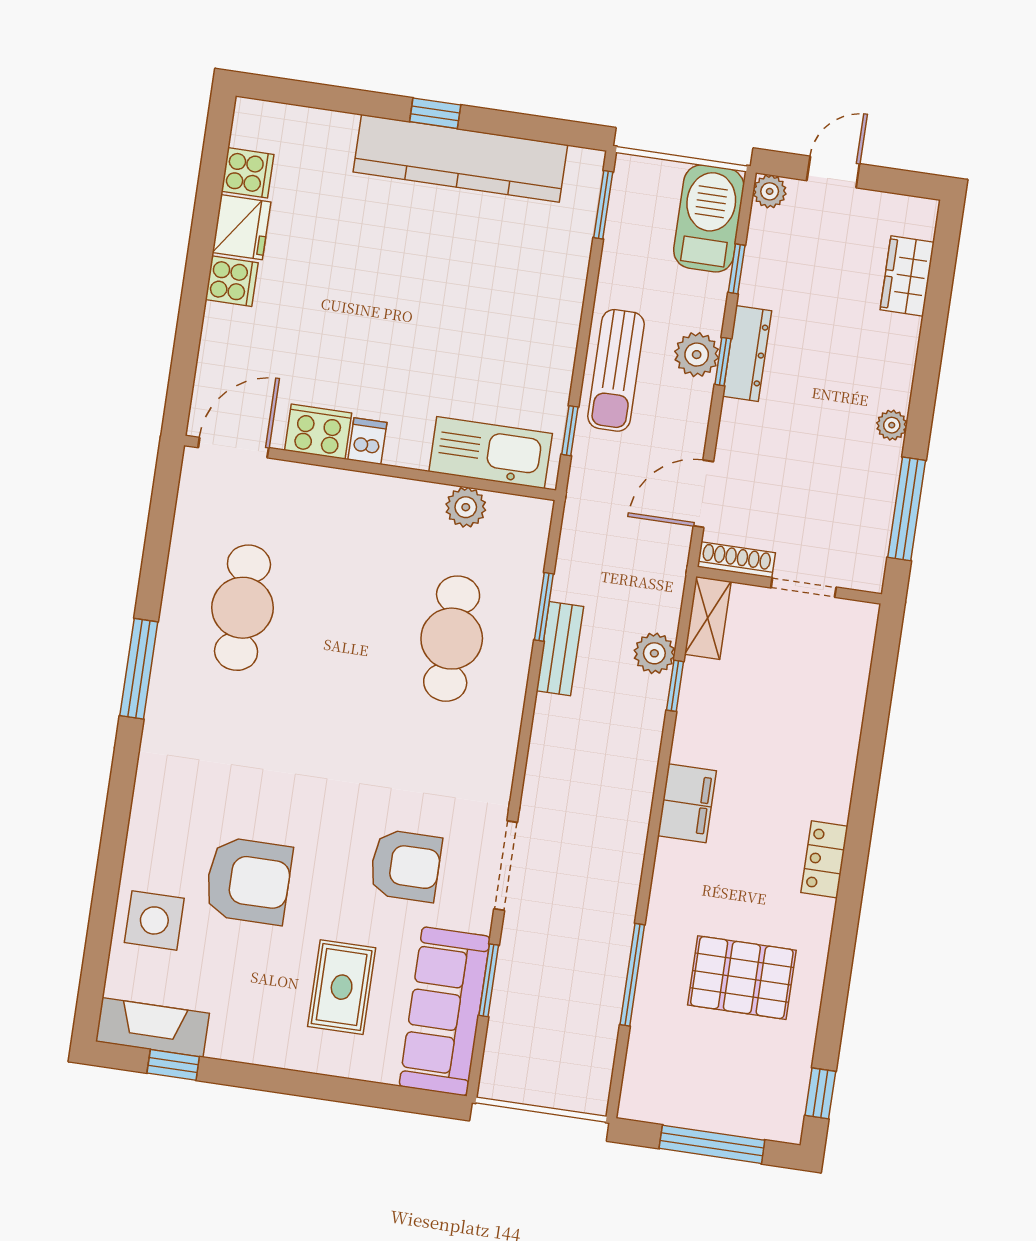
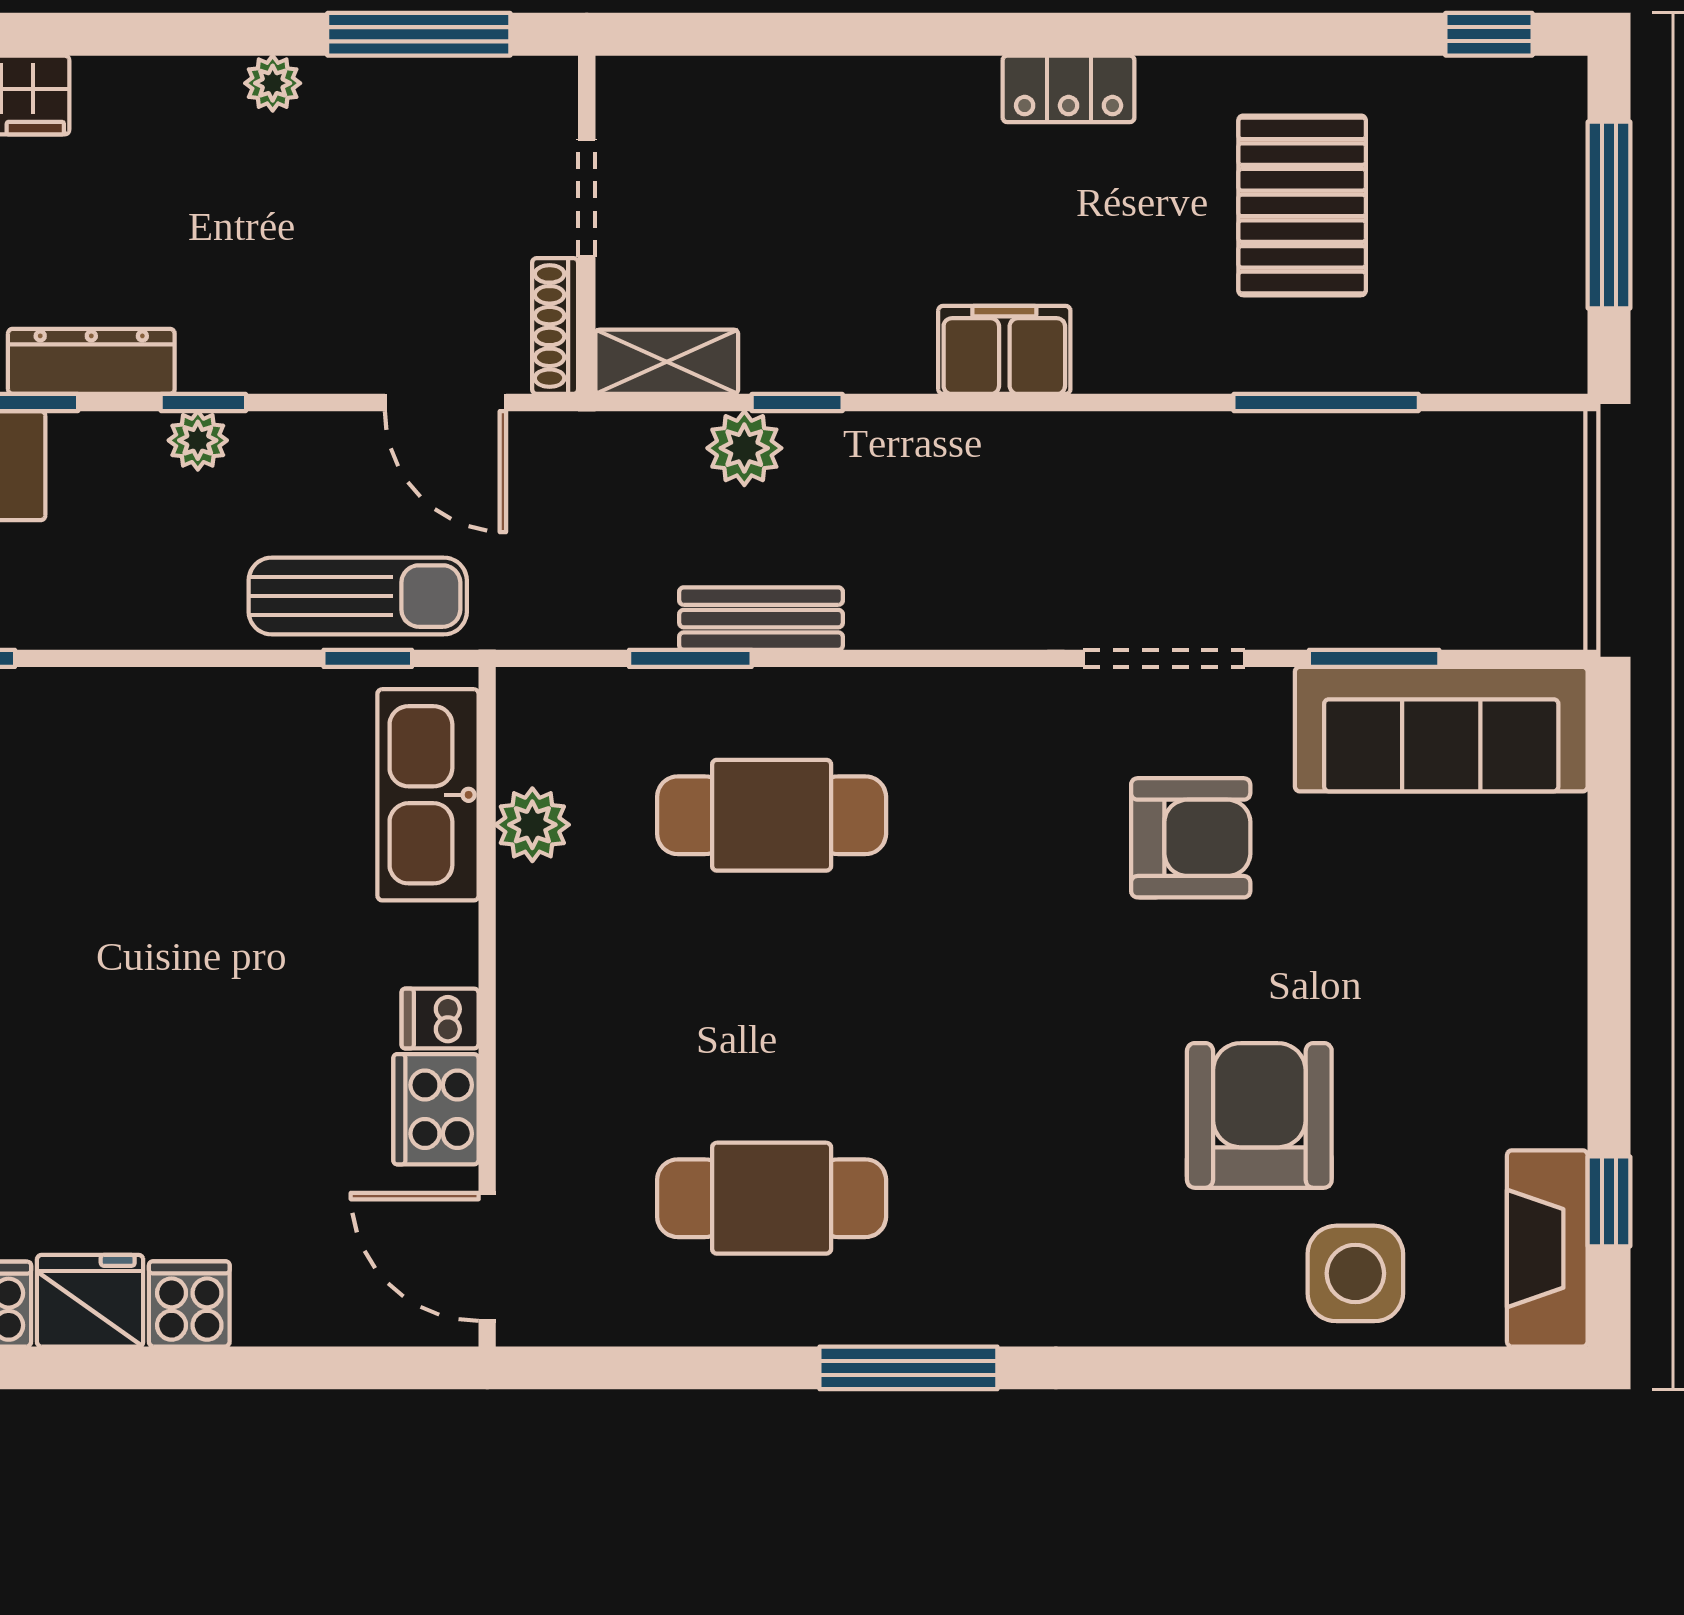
dresser: (747, 353) -> (91, 361), moved
plant: (697, 355) -> (198, 440), width x0.73, depth x0.73
sun lounger: (616, 370) -> (358, 596), moved
armchair: (406, 866) -> (1191, 838), turned 90
rug: (342, 987) -> (1425, 920), removed

